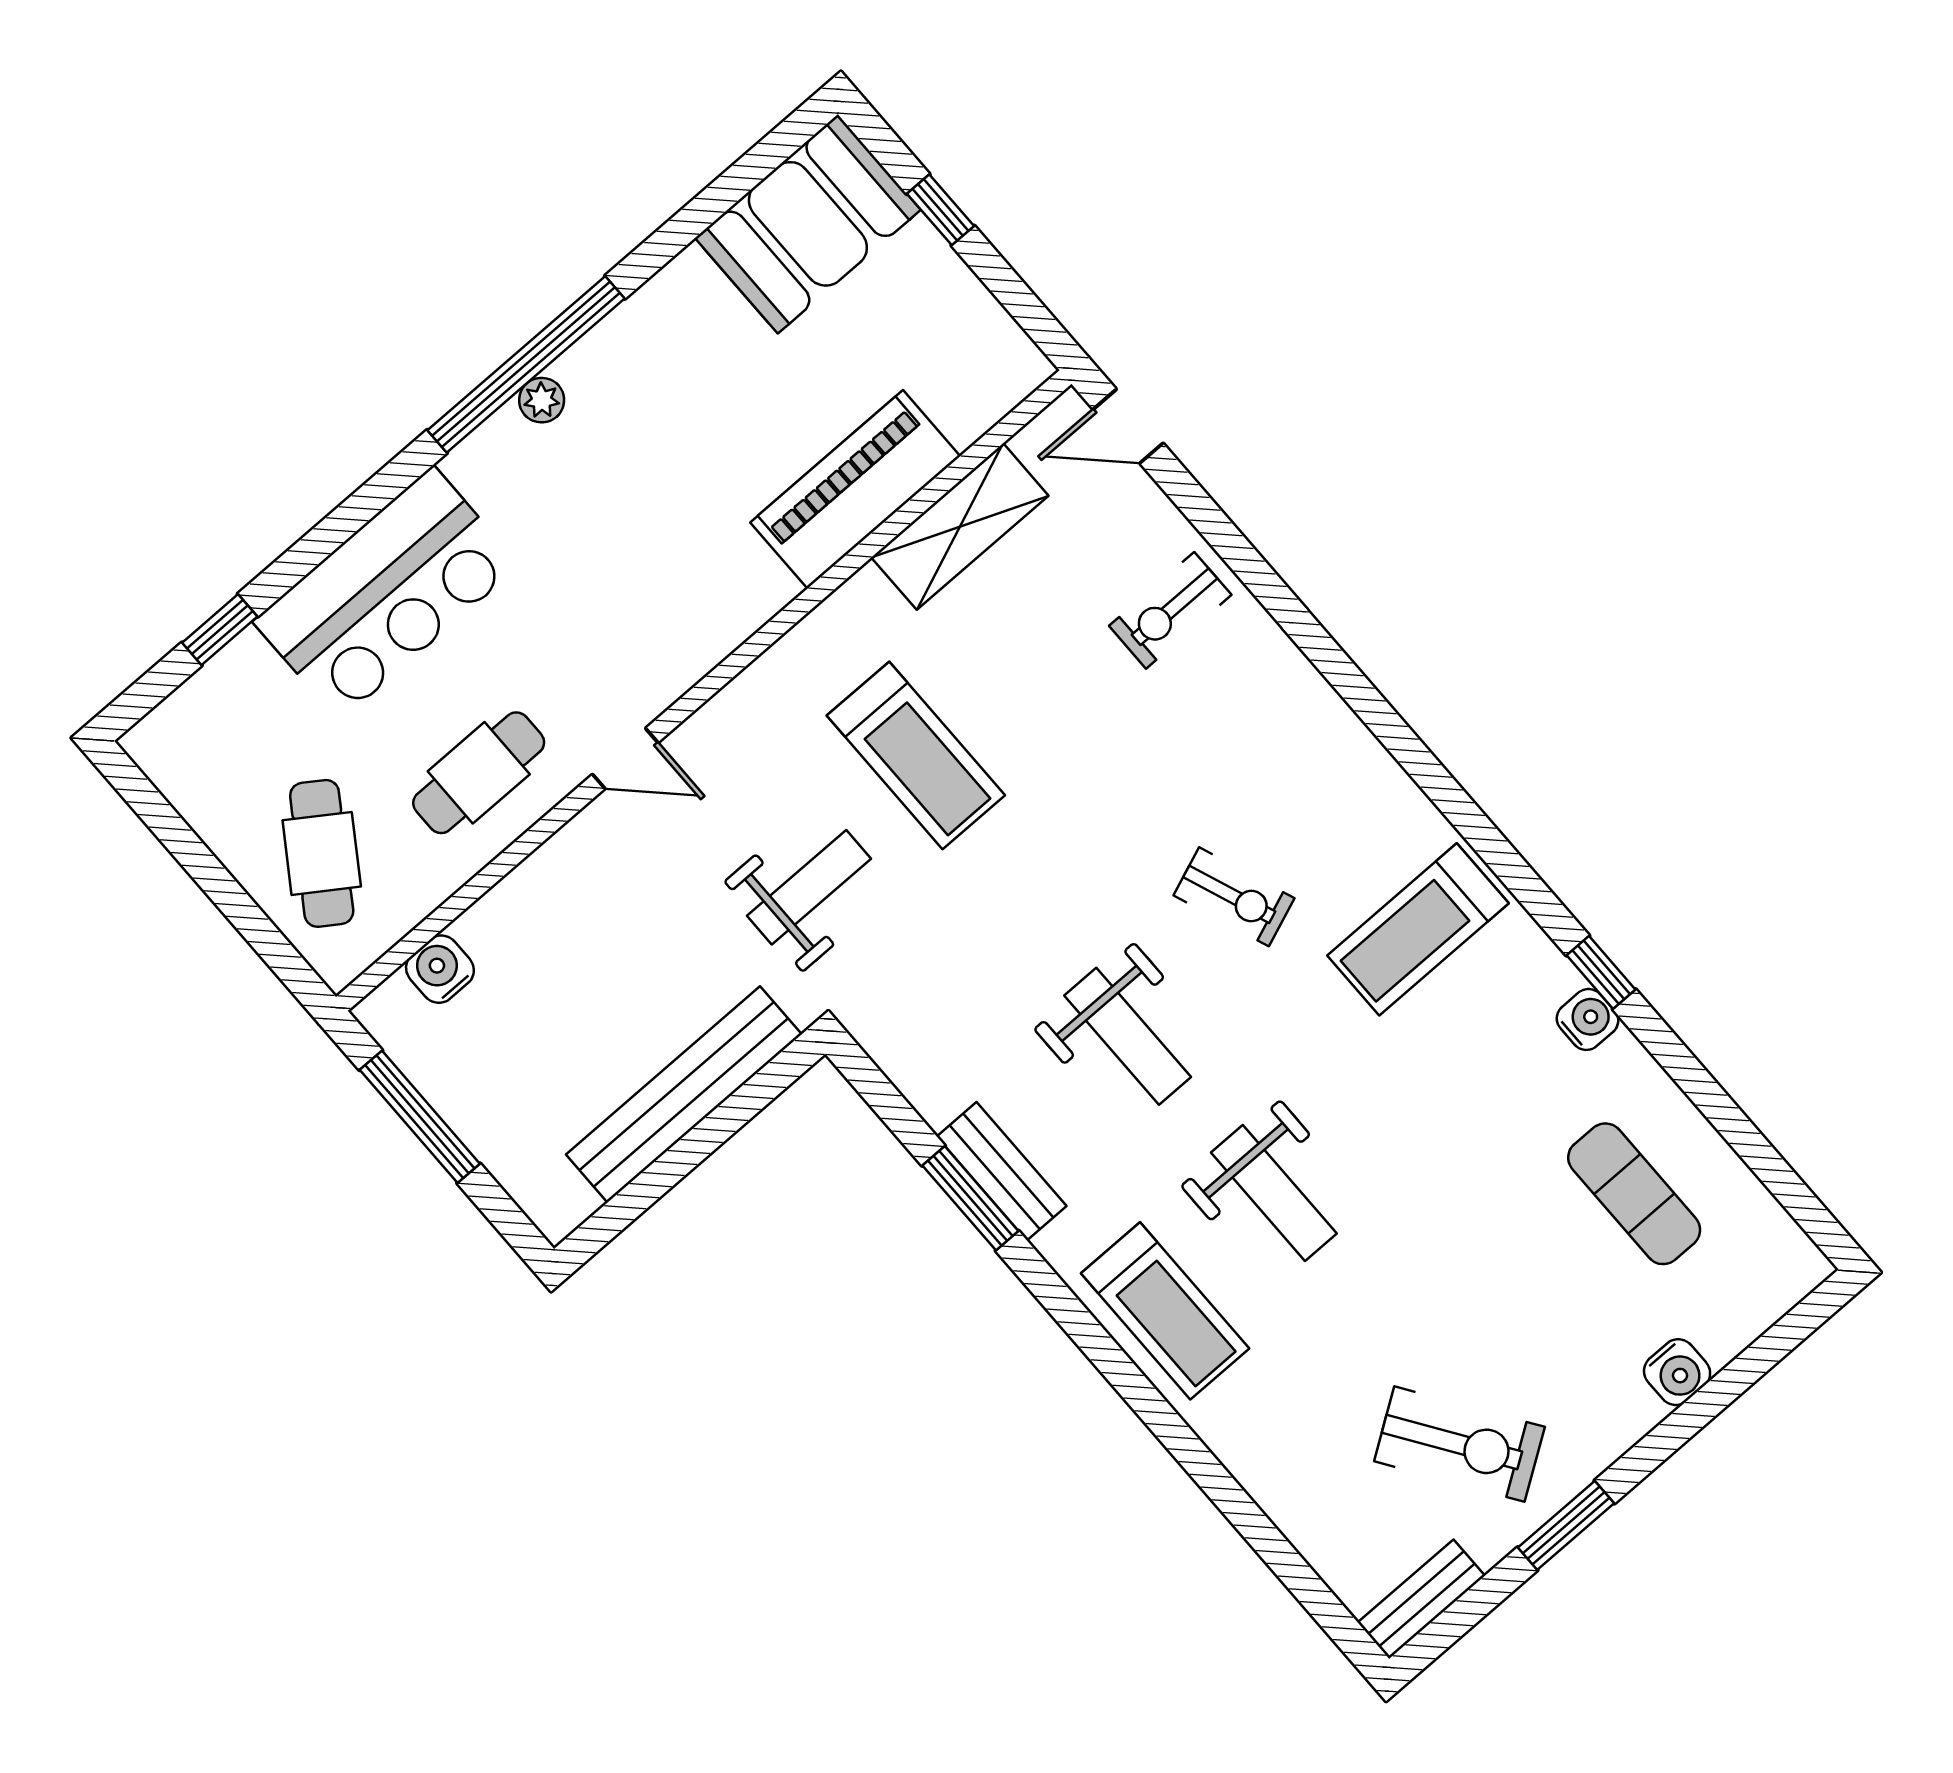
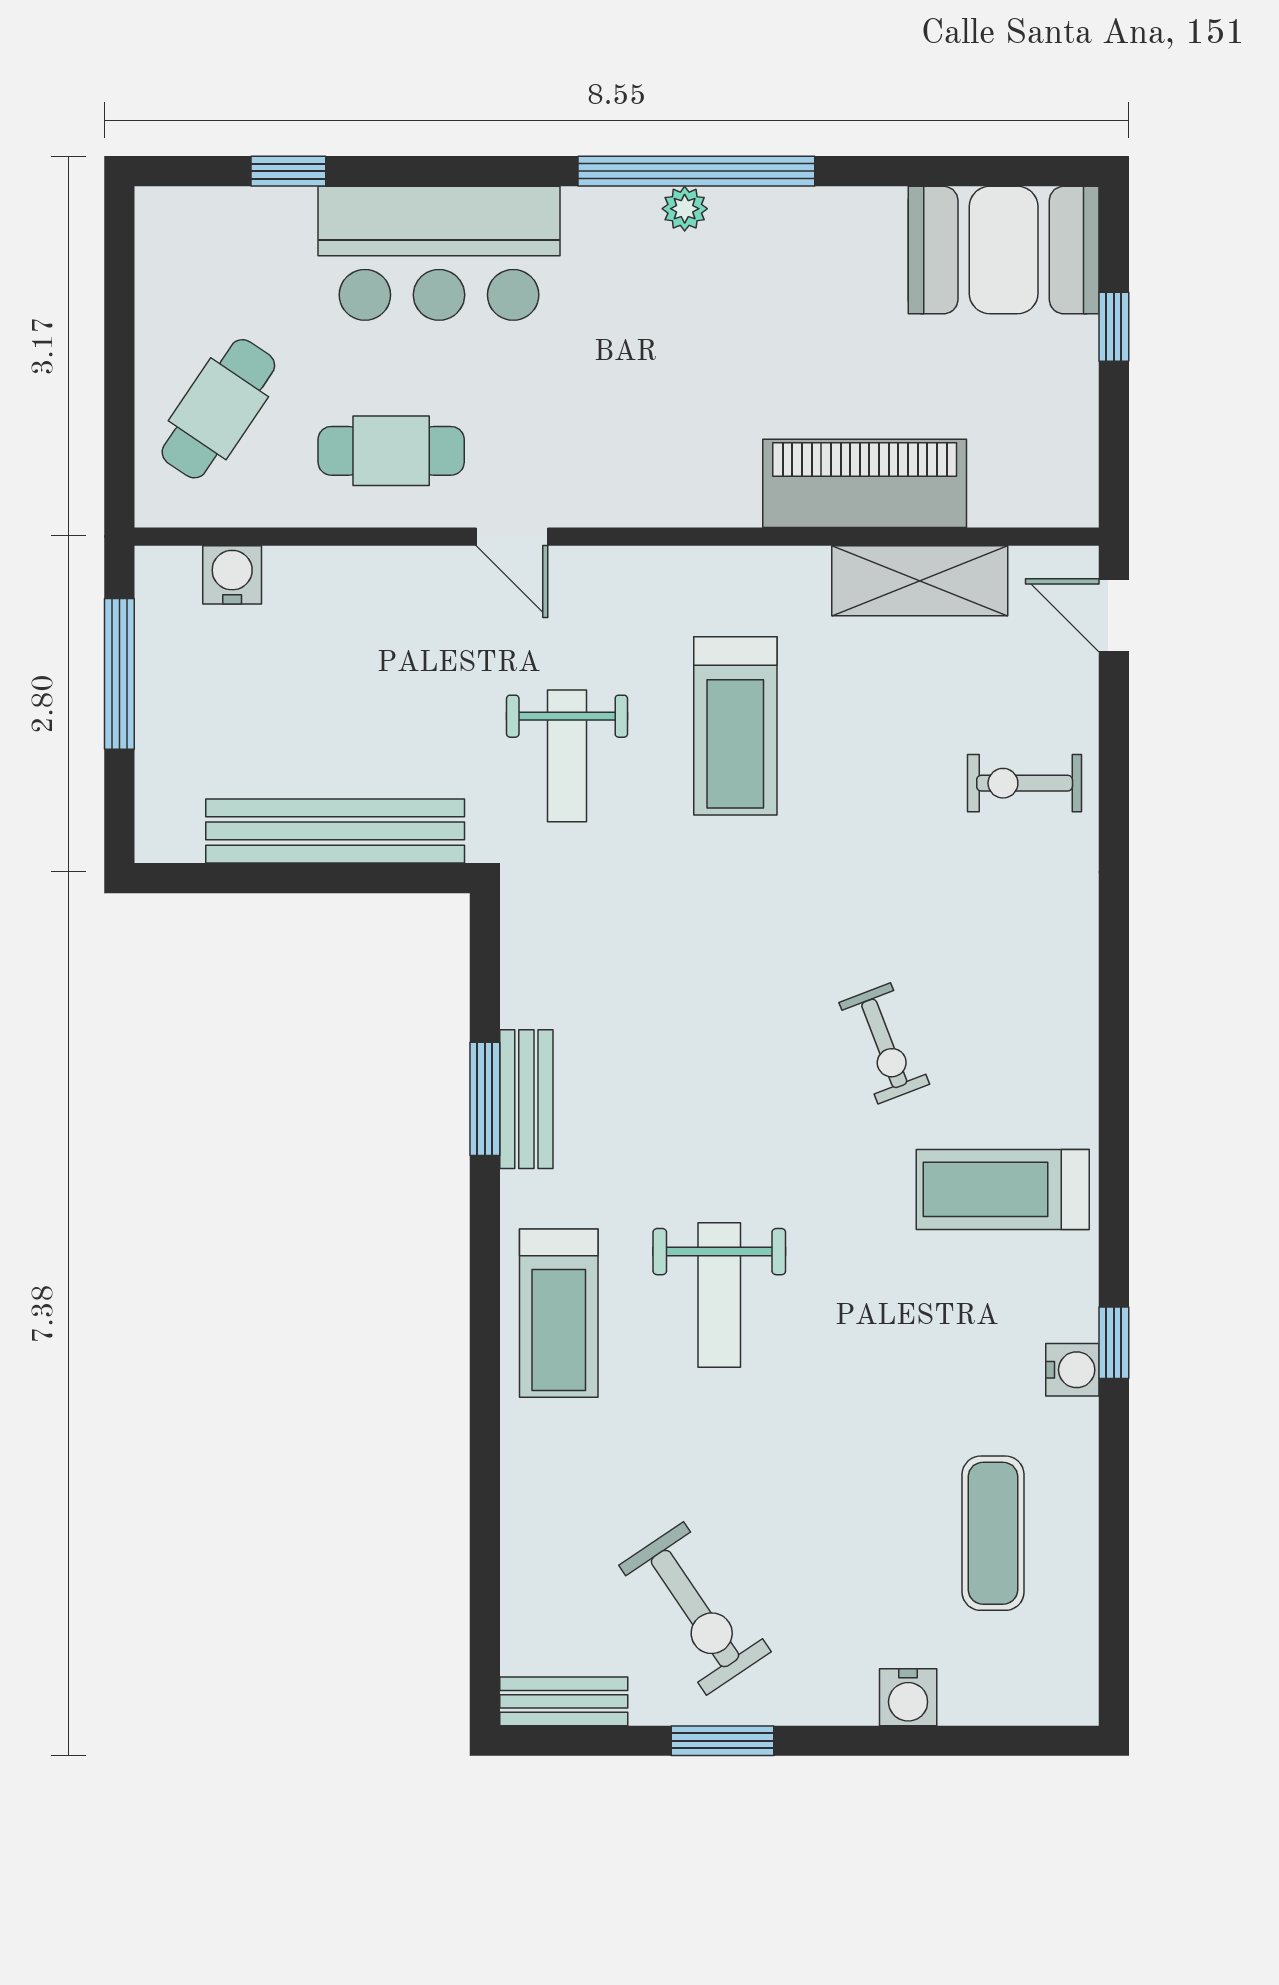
weight bench: (809, 887) -> (567, 756), turned 90
weight bench: (1128, 1036) -> (711, 1079), removed

